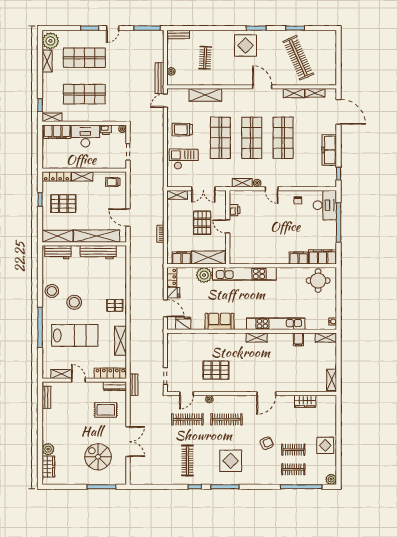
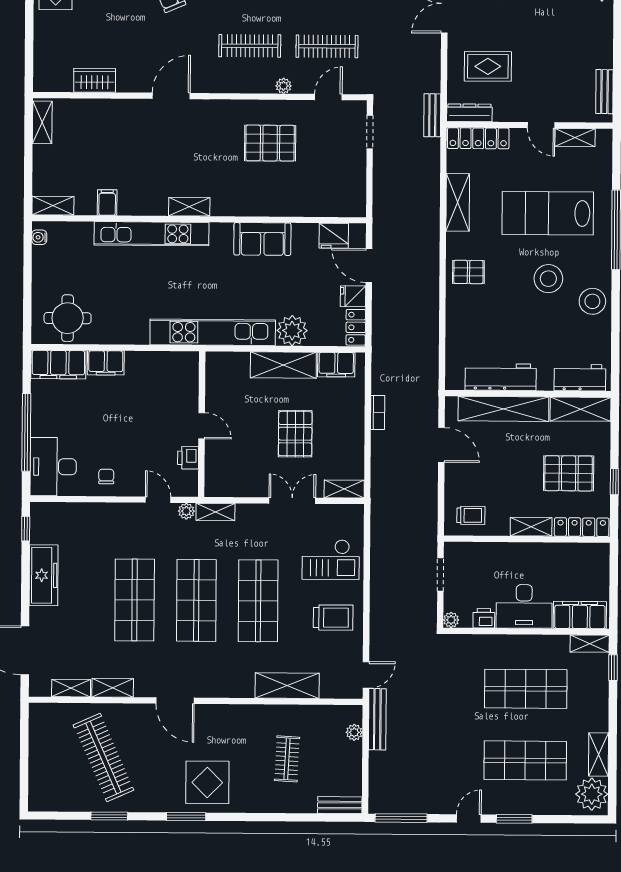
printer: (235, 210) -> (188, 458), moved
door: (228, 226) -> (202, 426), moved
wall: (228, 227) -> (202, 424), moved

